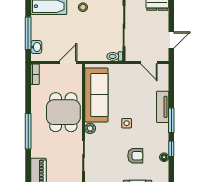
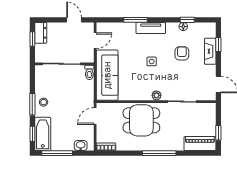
window: (28, 33) -> (57, 153), moved
door: (68, 63) -> (95, 116), hinge flipped
sofa: (96, 95) -> (107, 75), moved, turned 90
tv unit: (163, 107) -> (151, 28), moved
window: (171, 120) -> (136, 20), moved
window: (171, 149) -> (187, 20), moved

